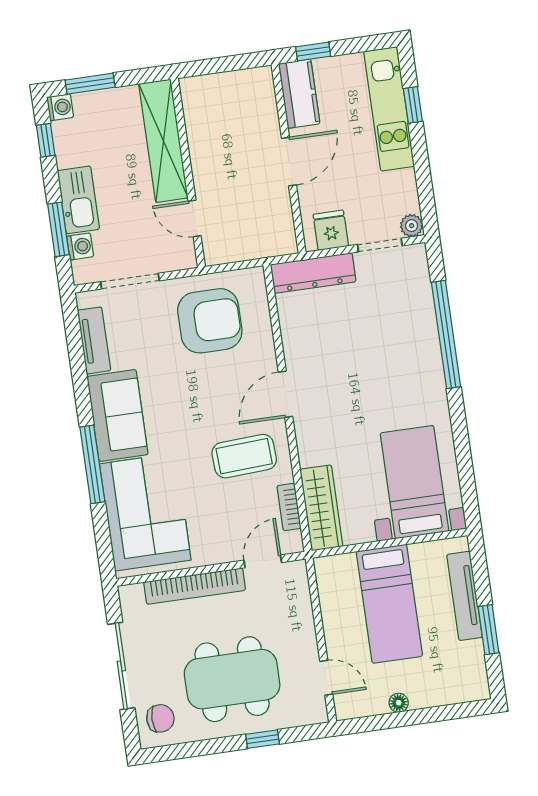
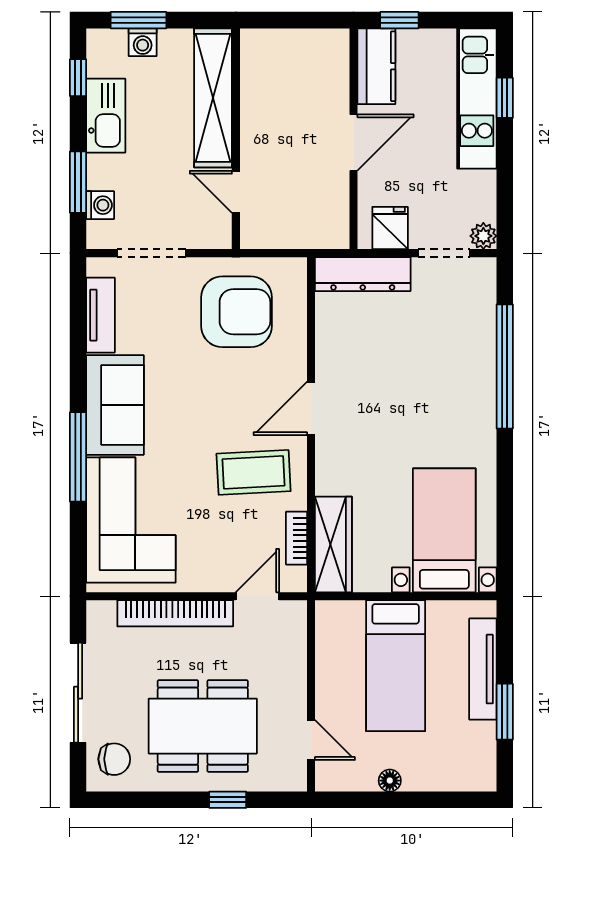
washing machine: (60, 107) -> (143, 42), moved, turned 90
kitchen sink: (78, 200) -> (106, 116), moved

